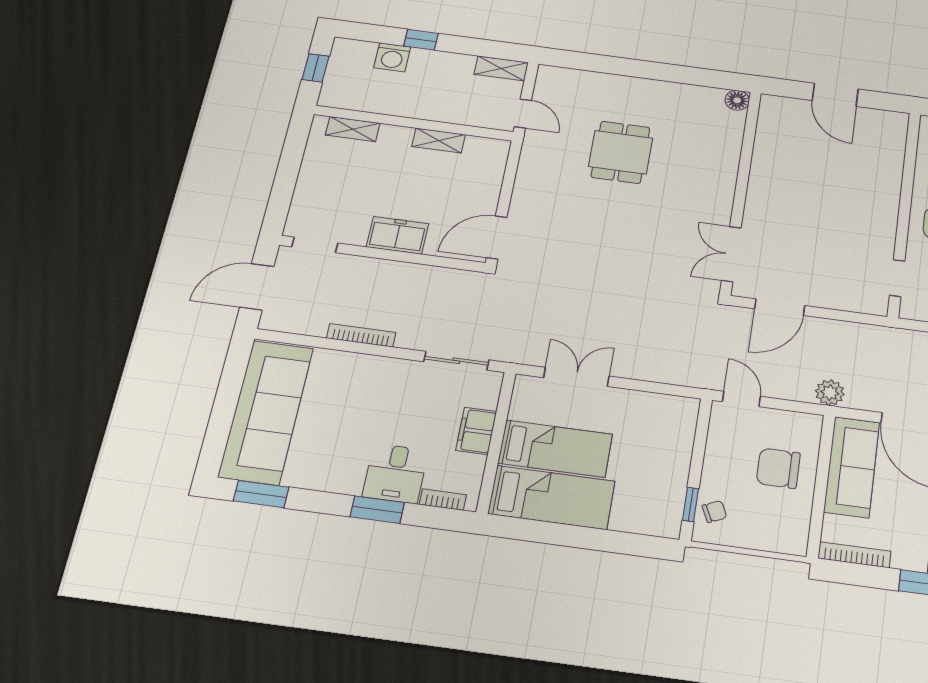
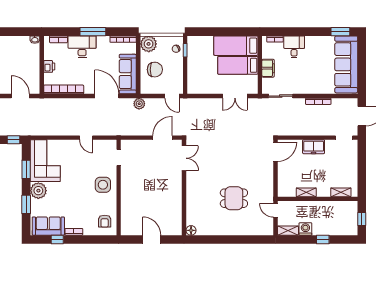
washing machine: (392, 57) -> (305, 229), moved
dining table: (621, 152) -> (234, 198), turned 90
window: (377, 510) -> (298, 32), removed
plant: (787, 534) -> (149, 44), added

